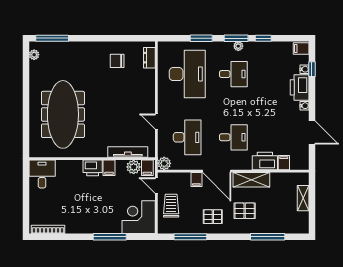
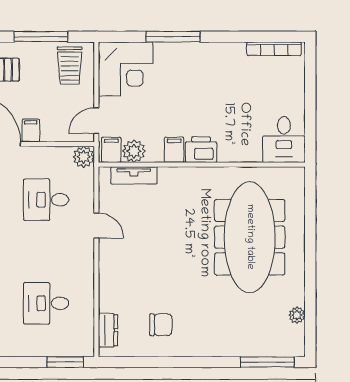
window: (201, 38) -> (65, 362), moved
plant: (34, 55) -> (297, 315), moved
desk: (187, 74) -> (46, 303), width x0.53, depth x0.77
desk: (187, 137) -> (46, 200), width x0.73
tv unit: (128, 152) -> (134, 175), width x0.71
door: (156, 185) -> (96, 121), swing flipped
trolley: (171, 206) -> (70, 66), moved

